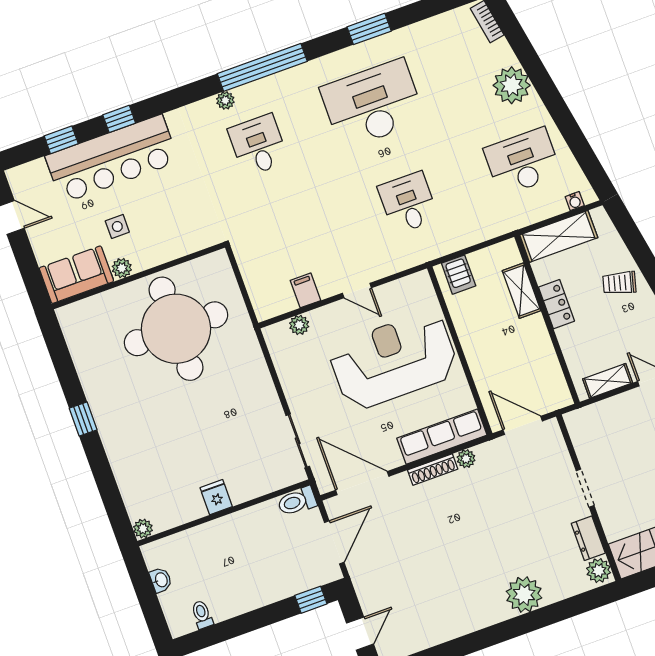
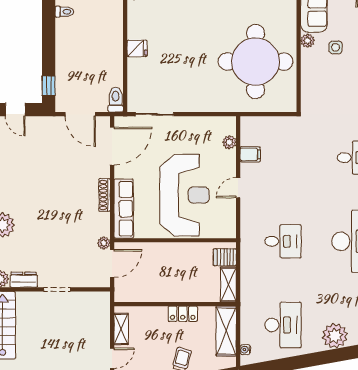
shelving: (522, 291) -> (228, 285), moved, turned 90
plant: (466, 459) -> (104, 243), moved

